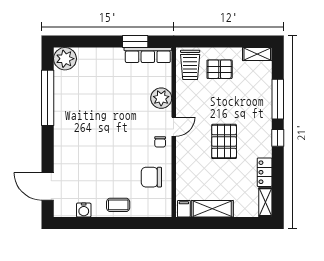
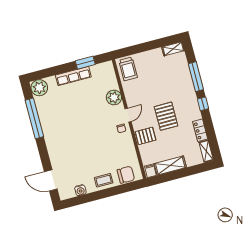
row of seats: (148, 55) -> (73, 76), moved
pallet: (220, 69) -> (146, 136), moved
chair: (151, 177) -> (126, 175), moved, turned 180

